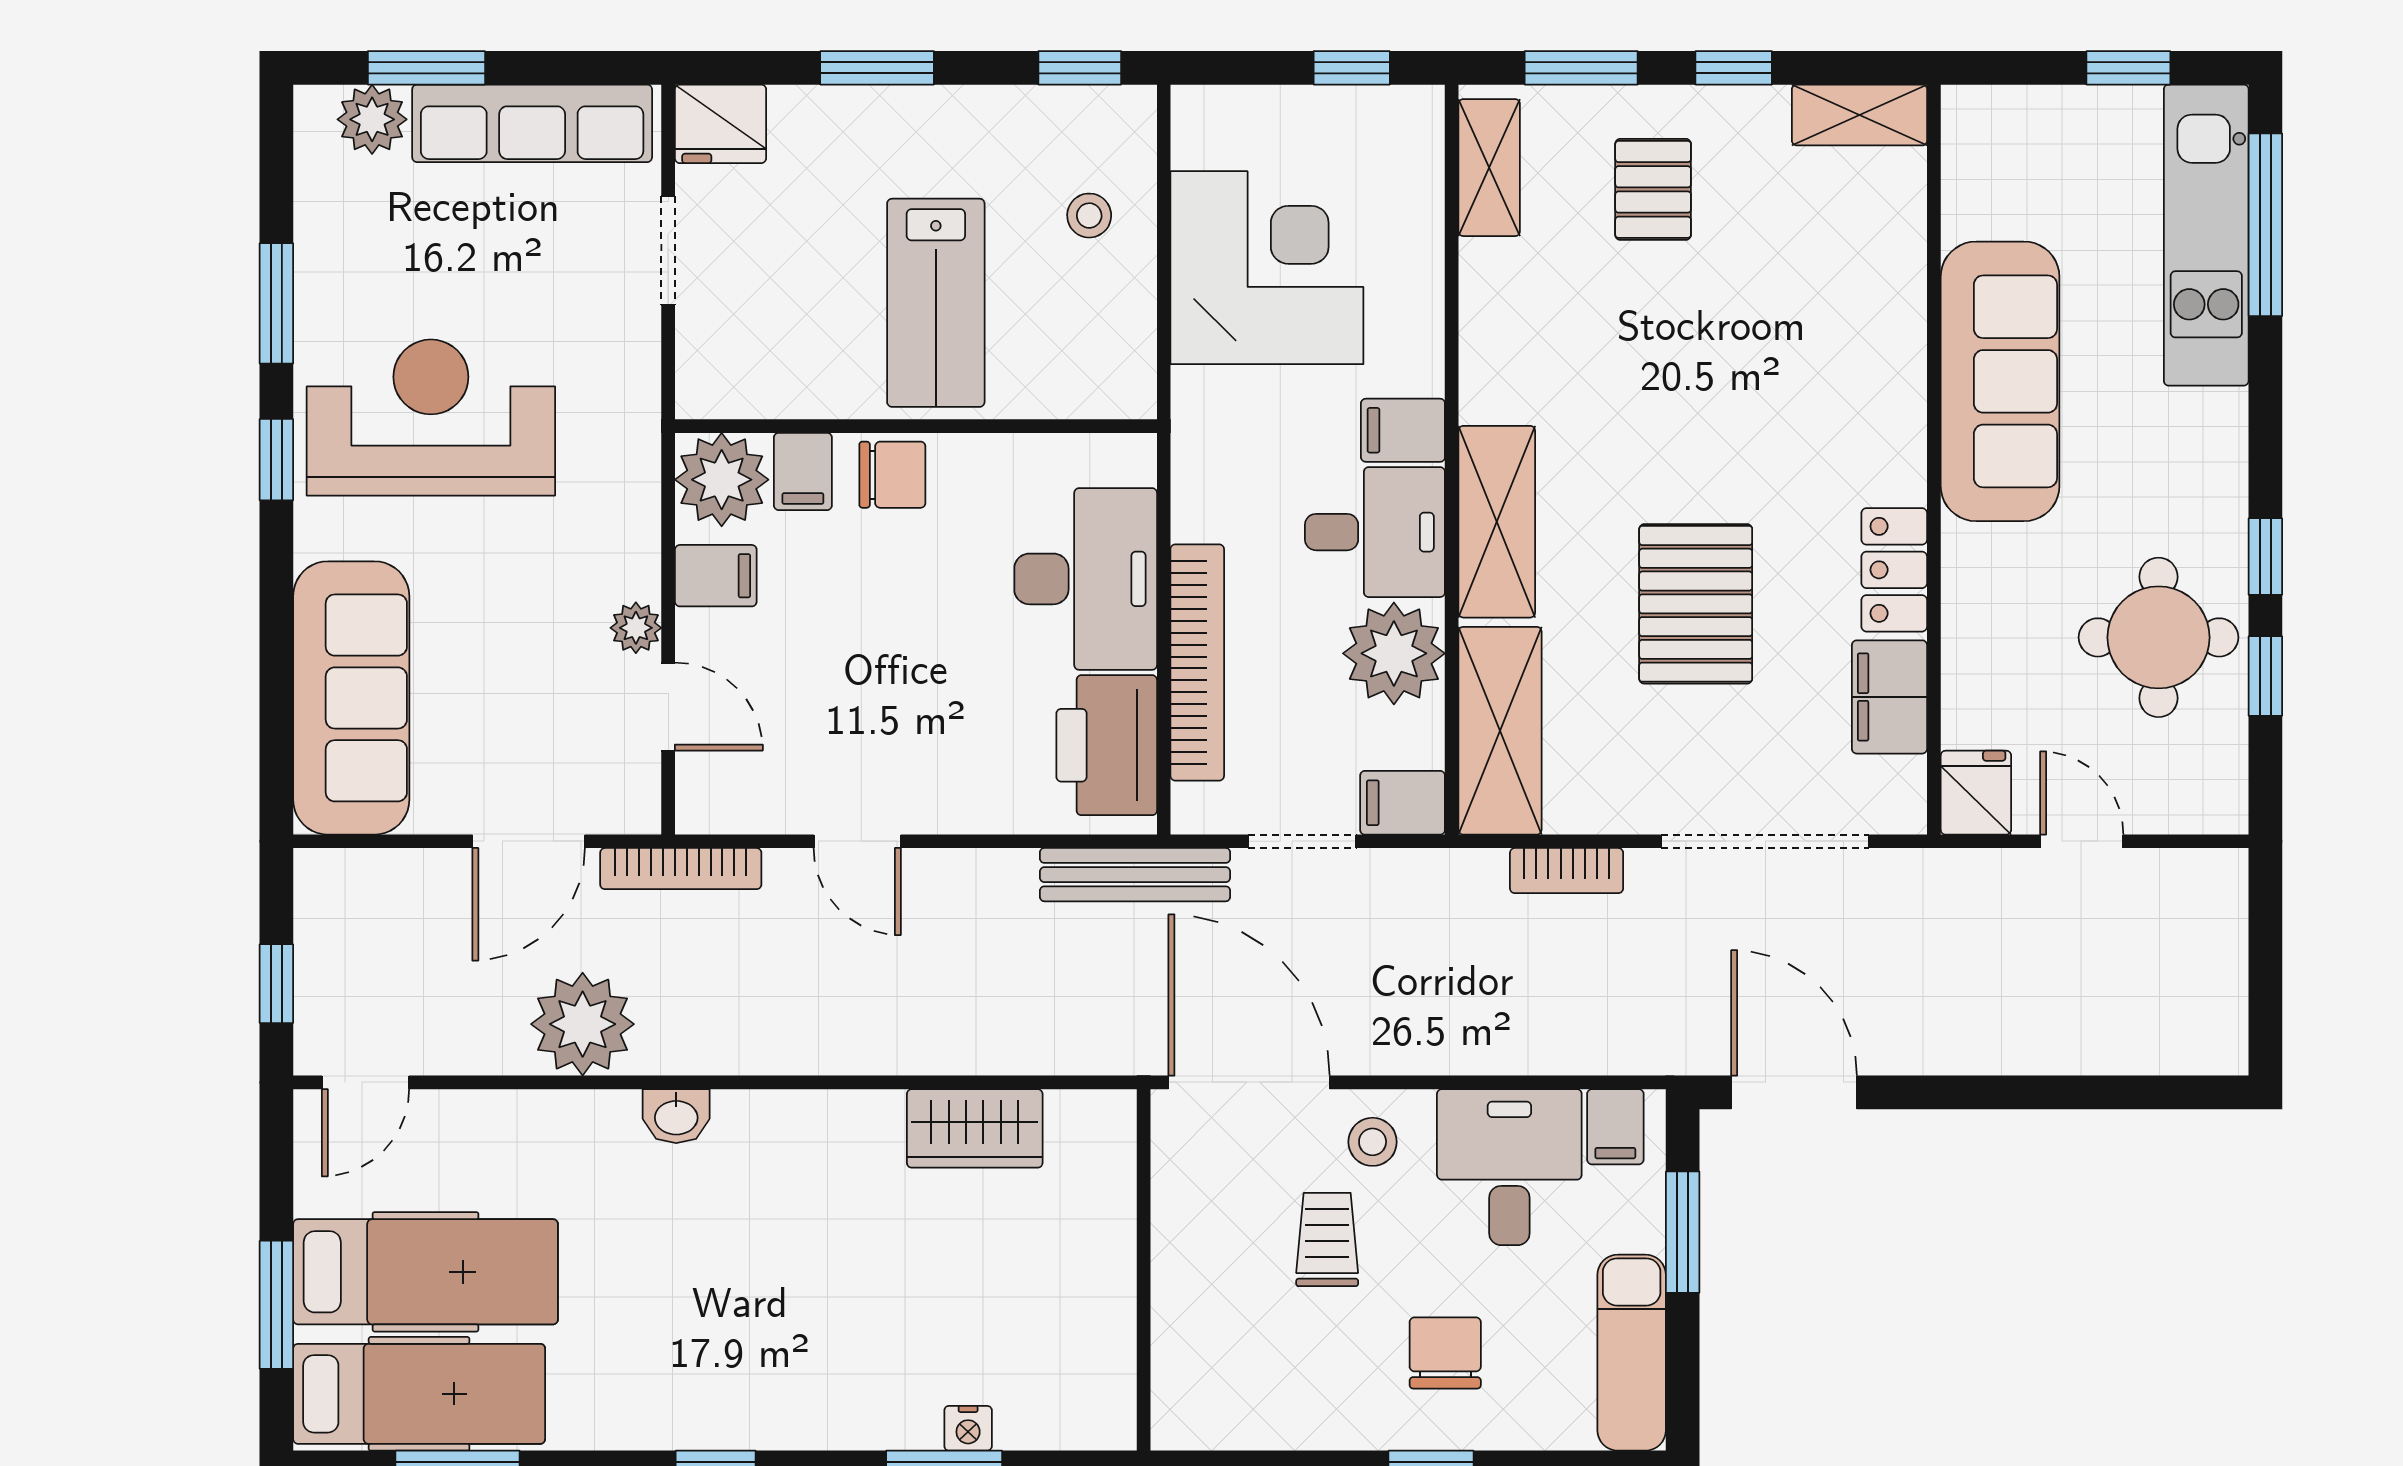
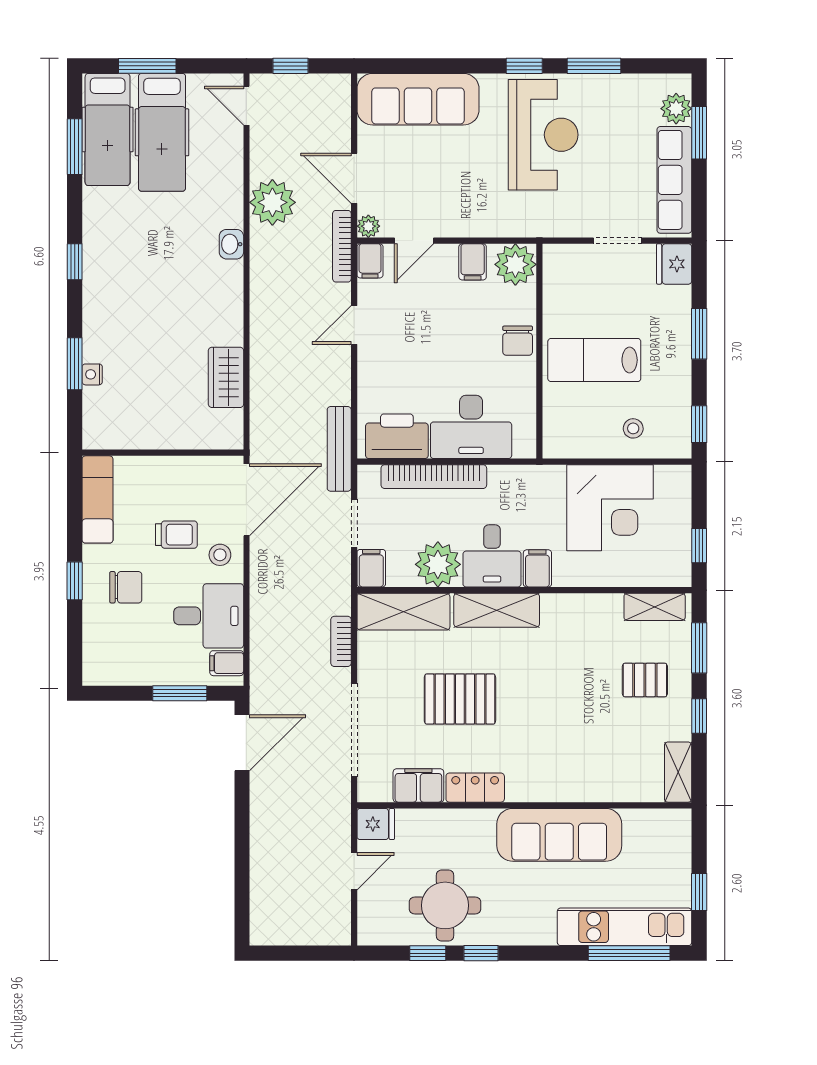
filing cabinet: (803, 471) -> (370, 261), moved, turned -90
plant: (636, 628) -> (368, 226), moved
exam couch: (1632, 1353) -> (98, 499), moved, turned 90

